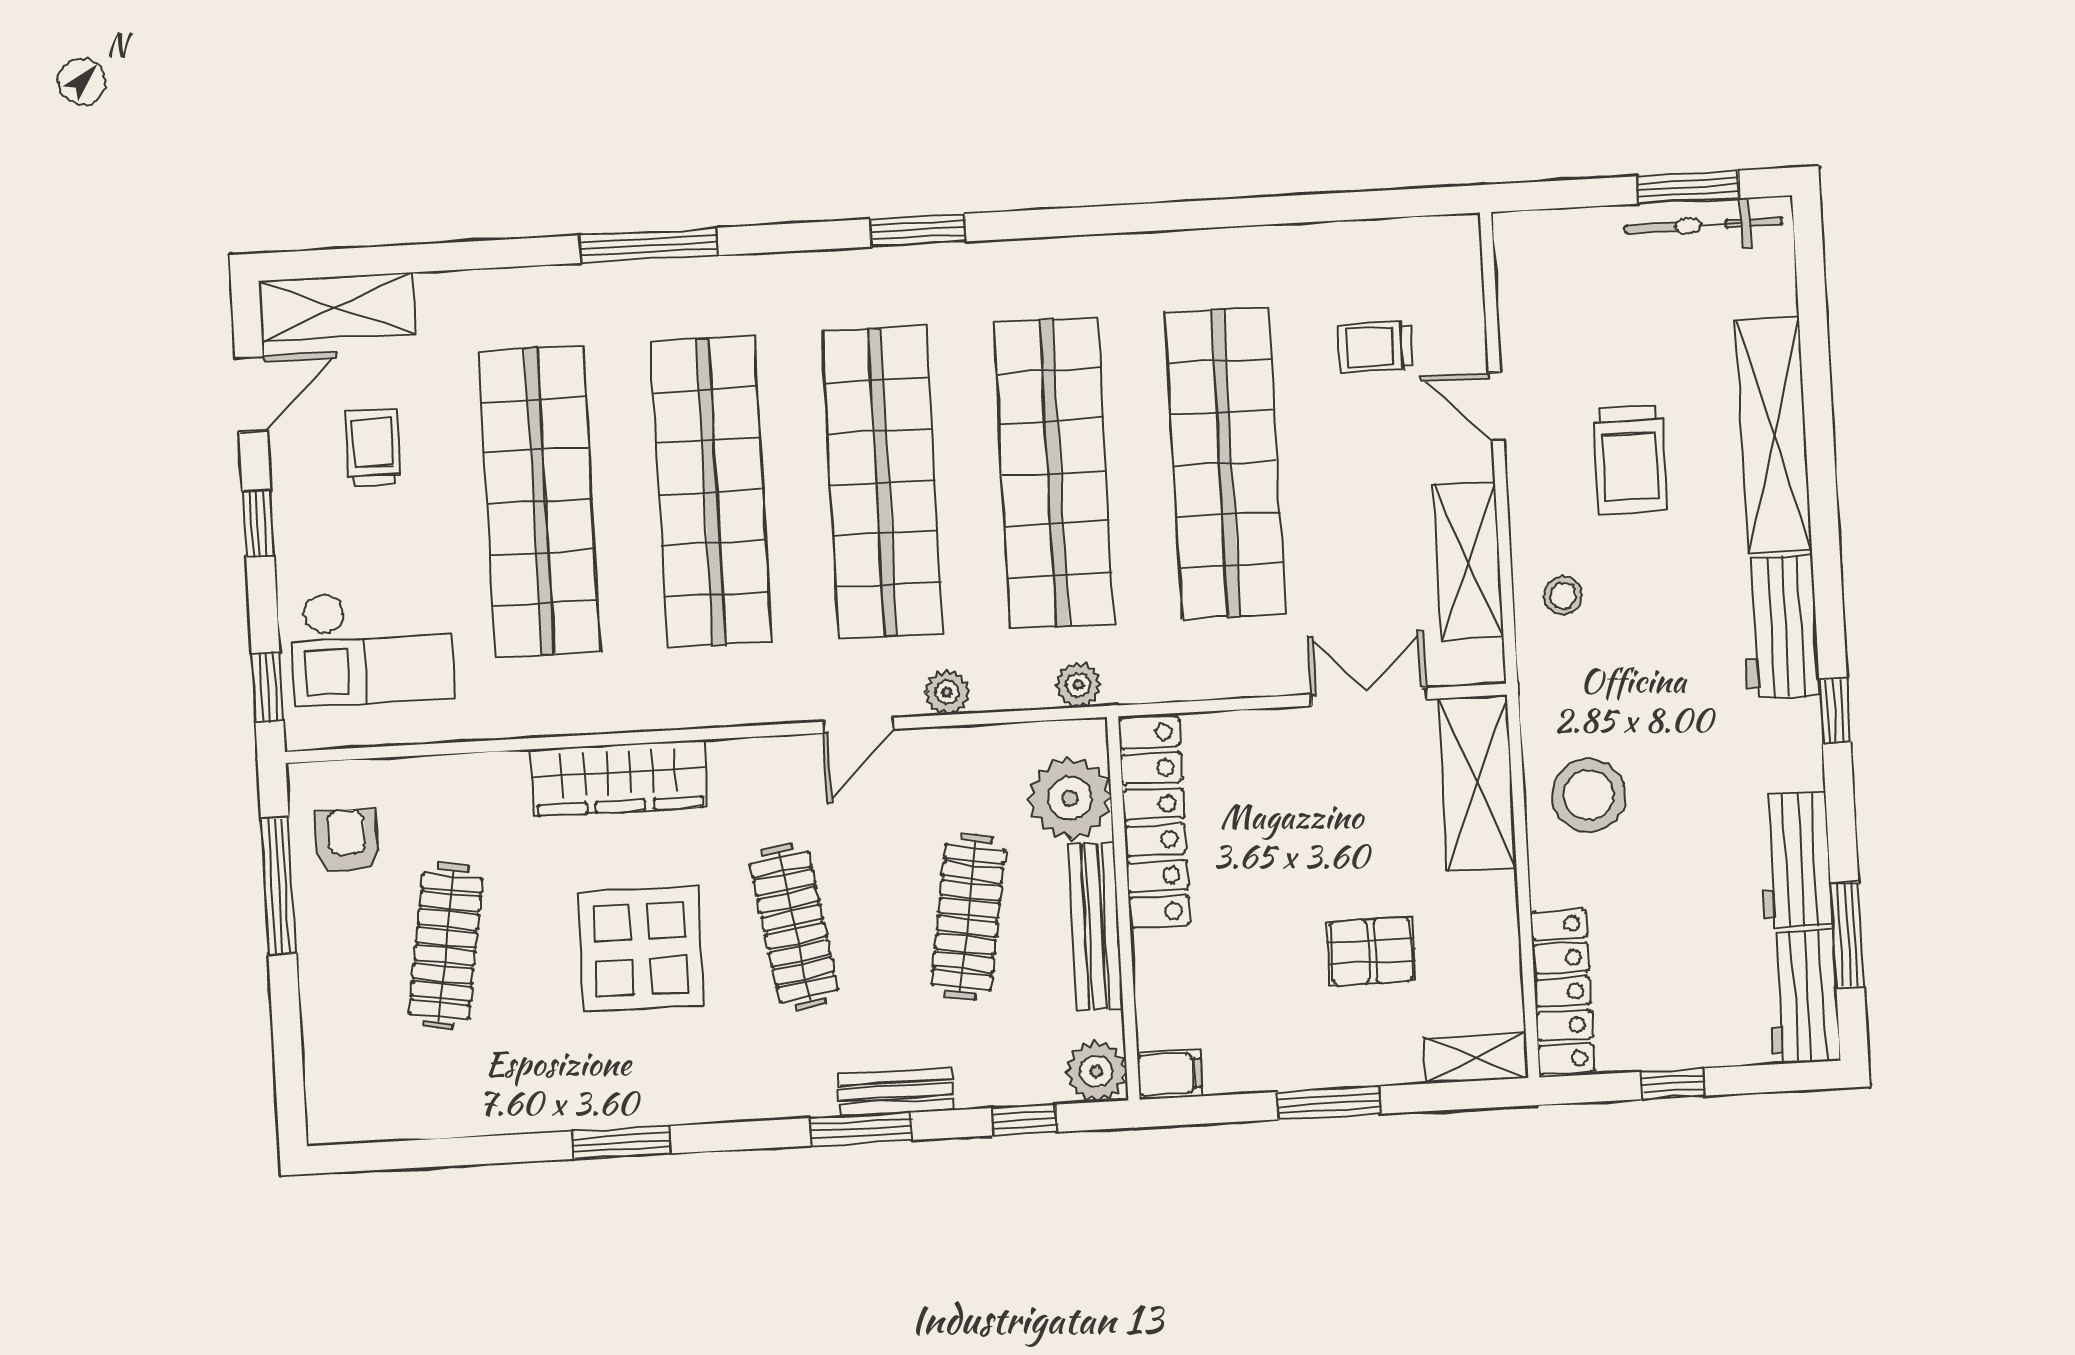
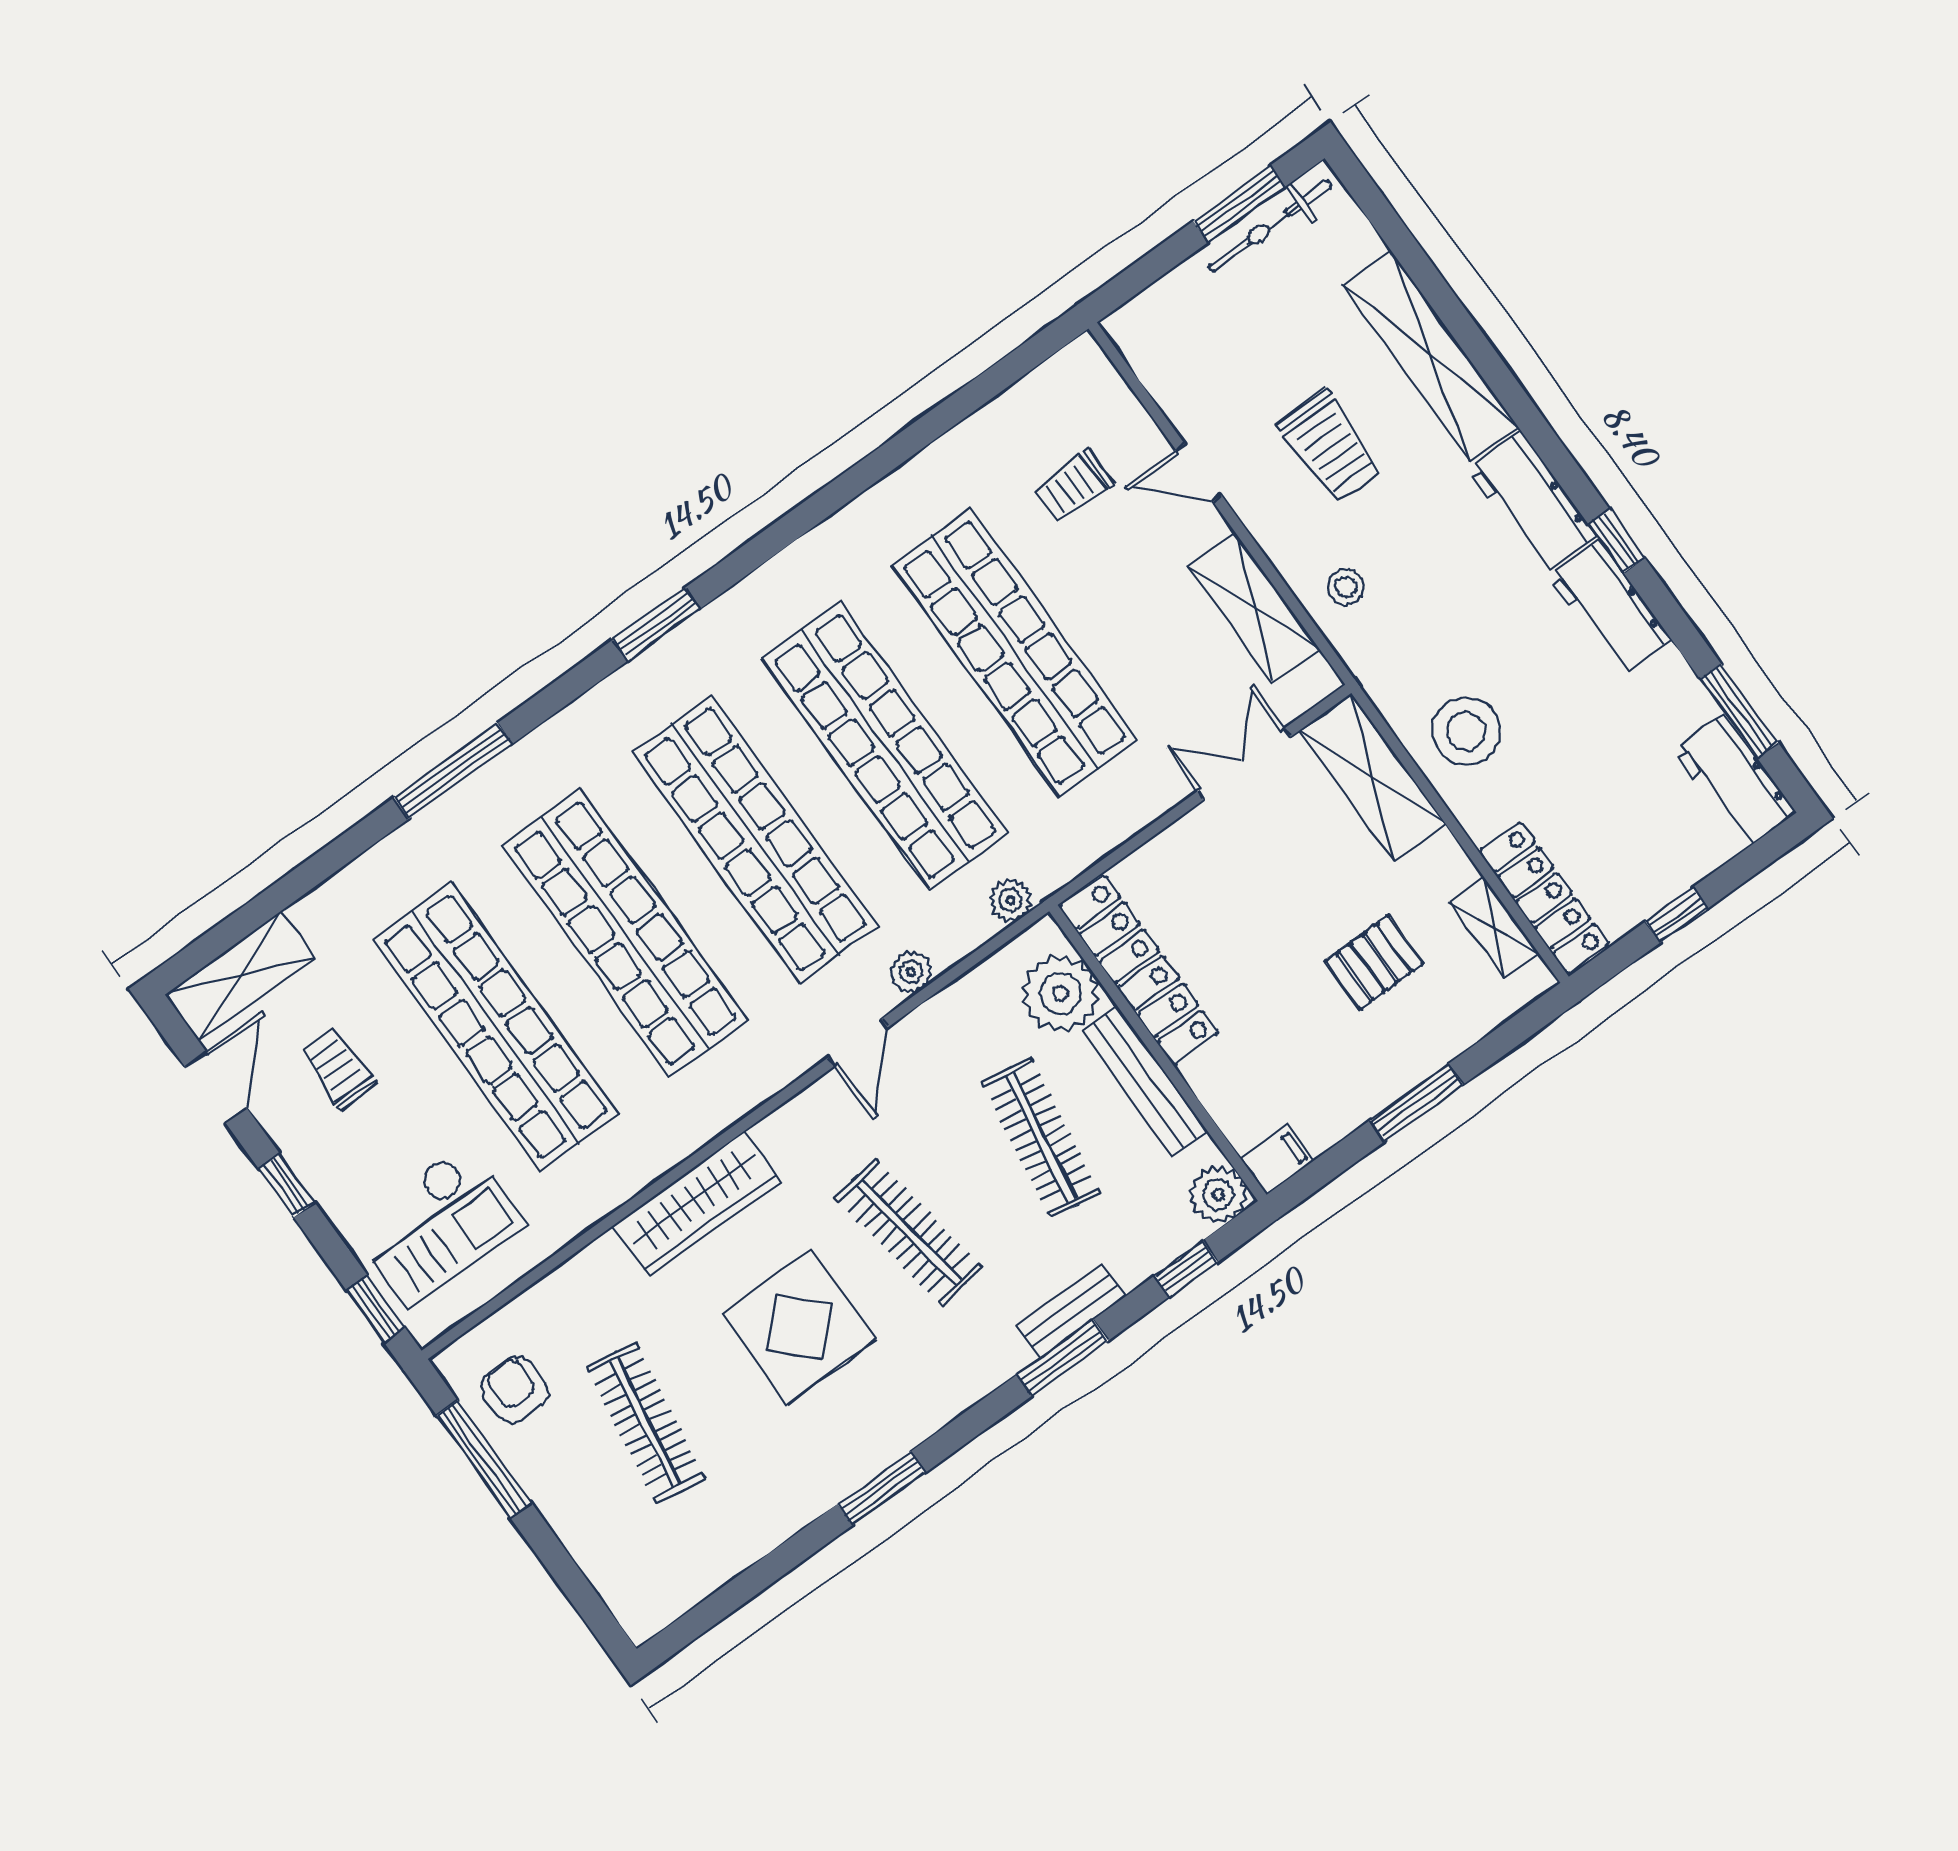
workbench: (1795, 860) -> (1610, 608), moved
shelving: (1476, 1058) -> (1494, 928), moved, turned 90

